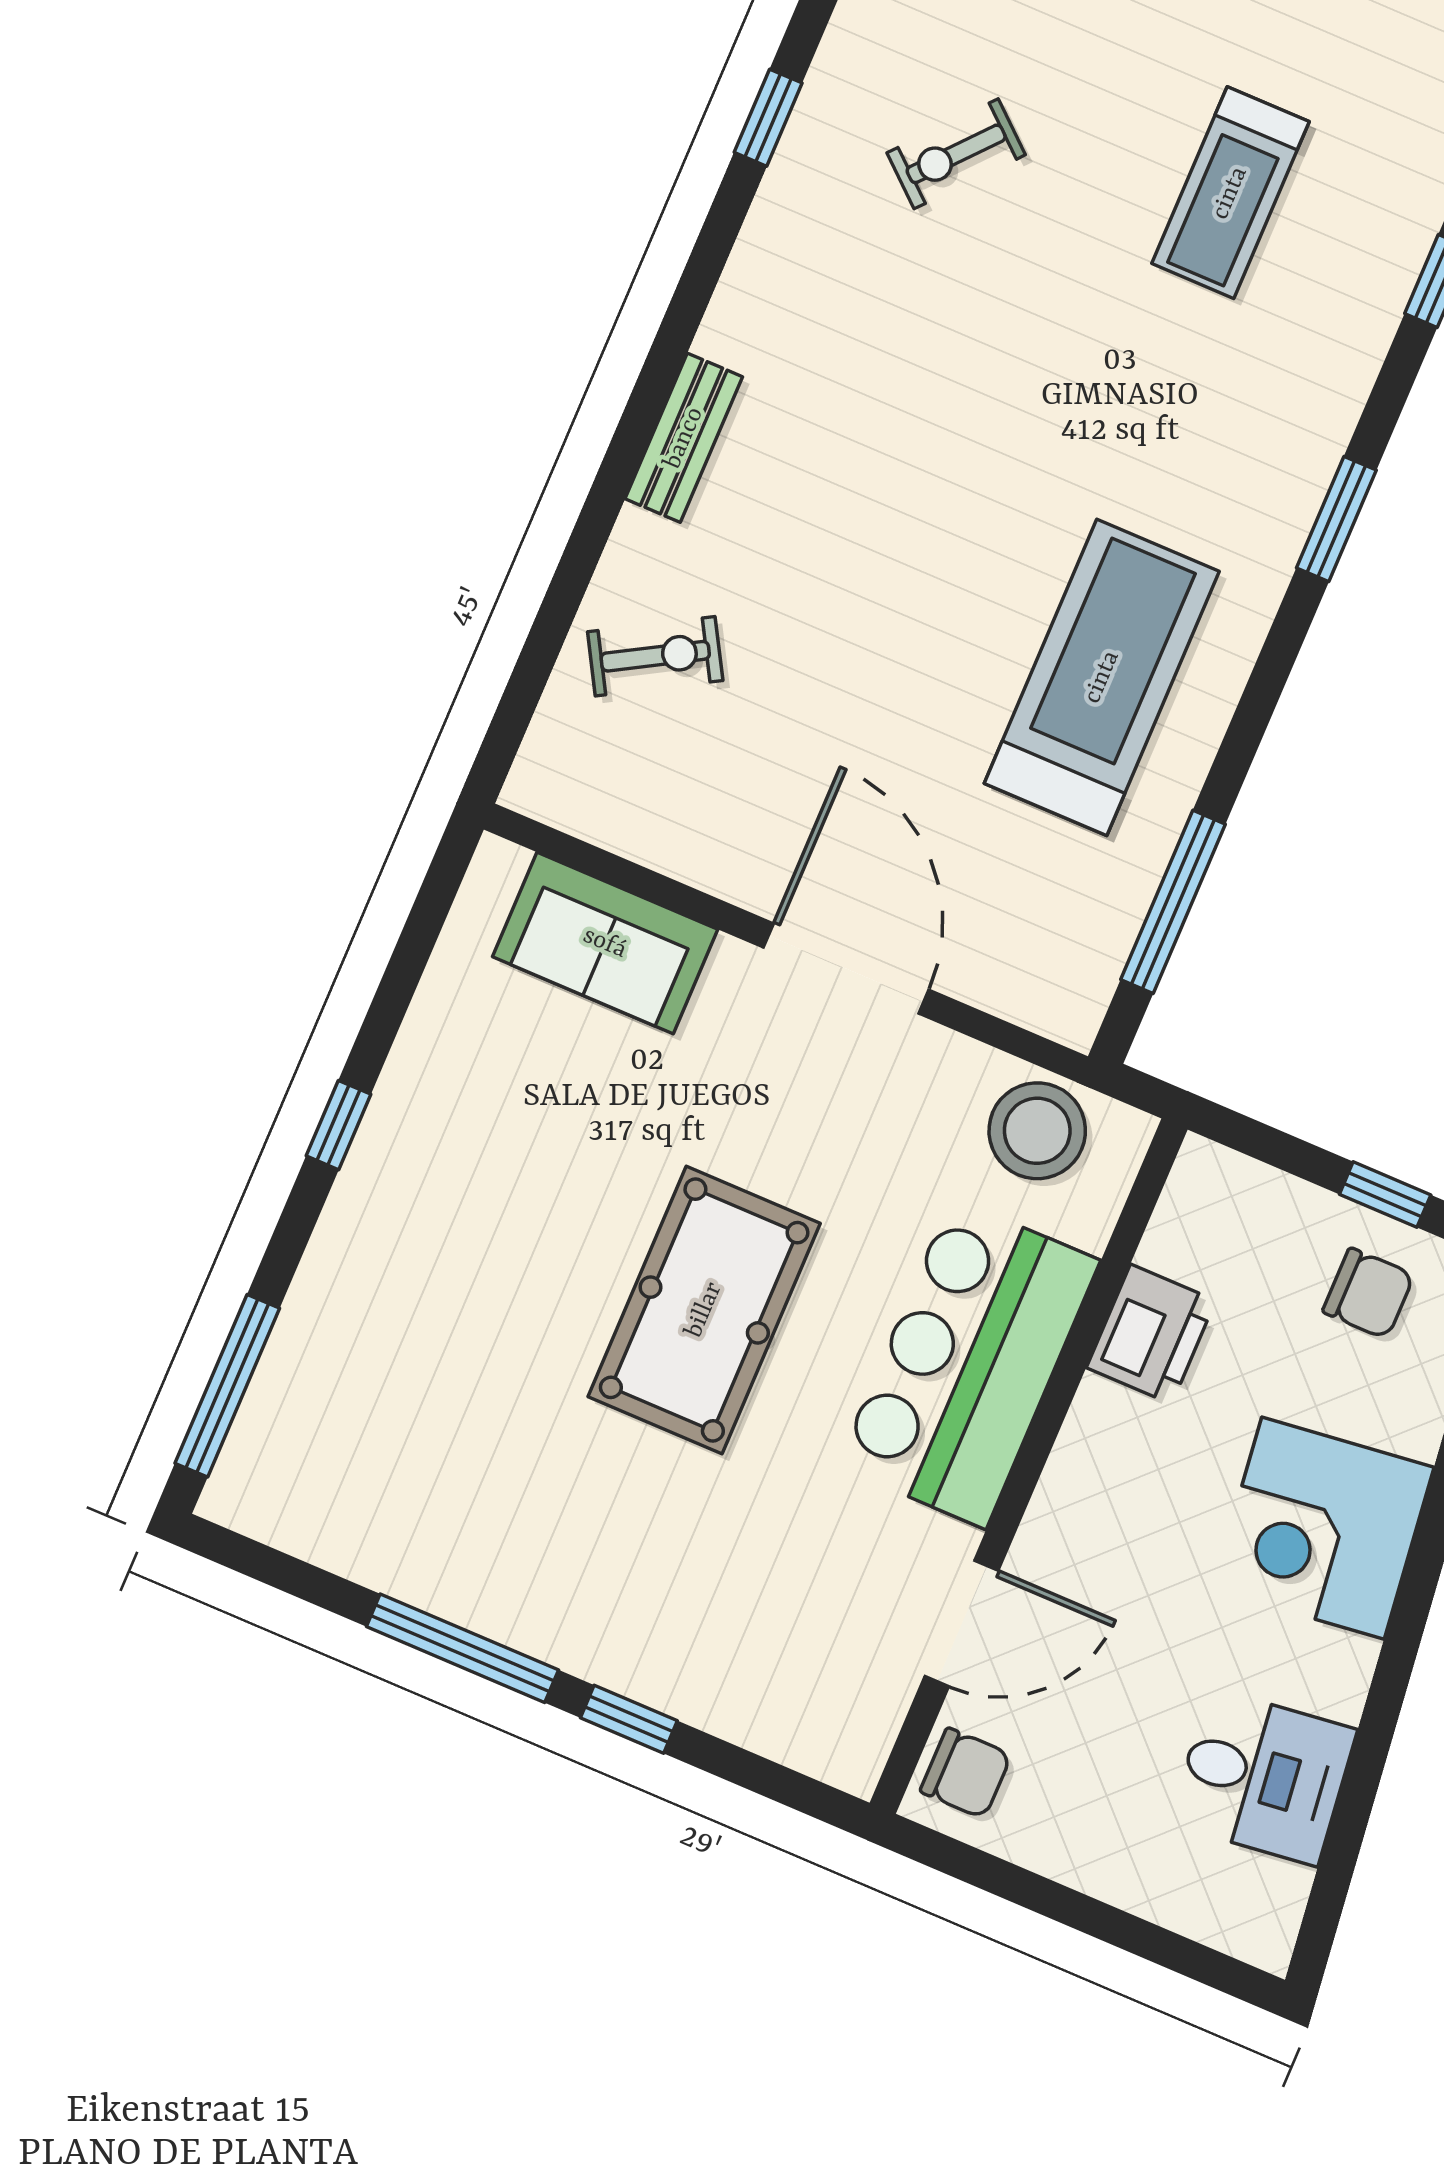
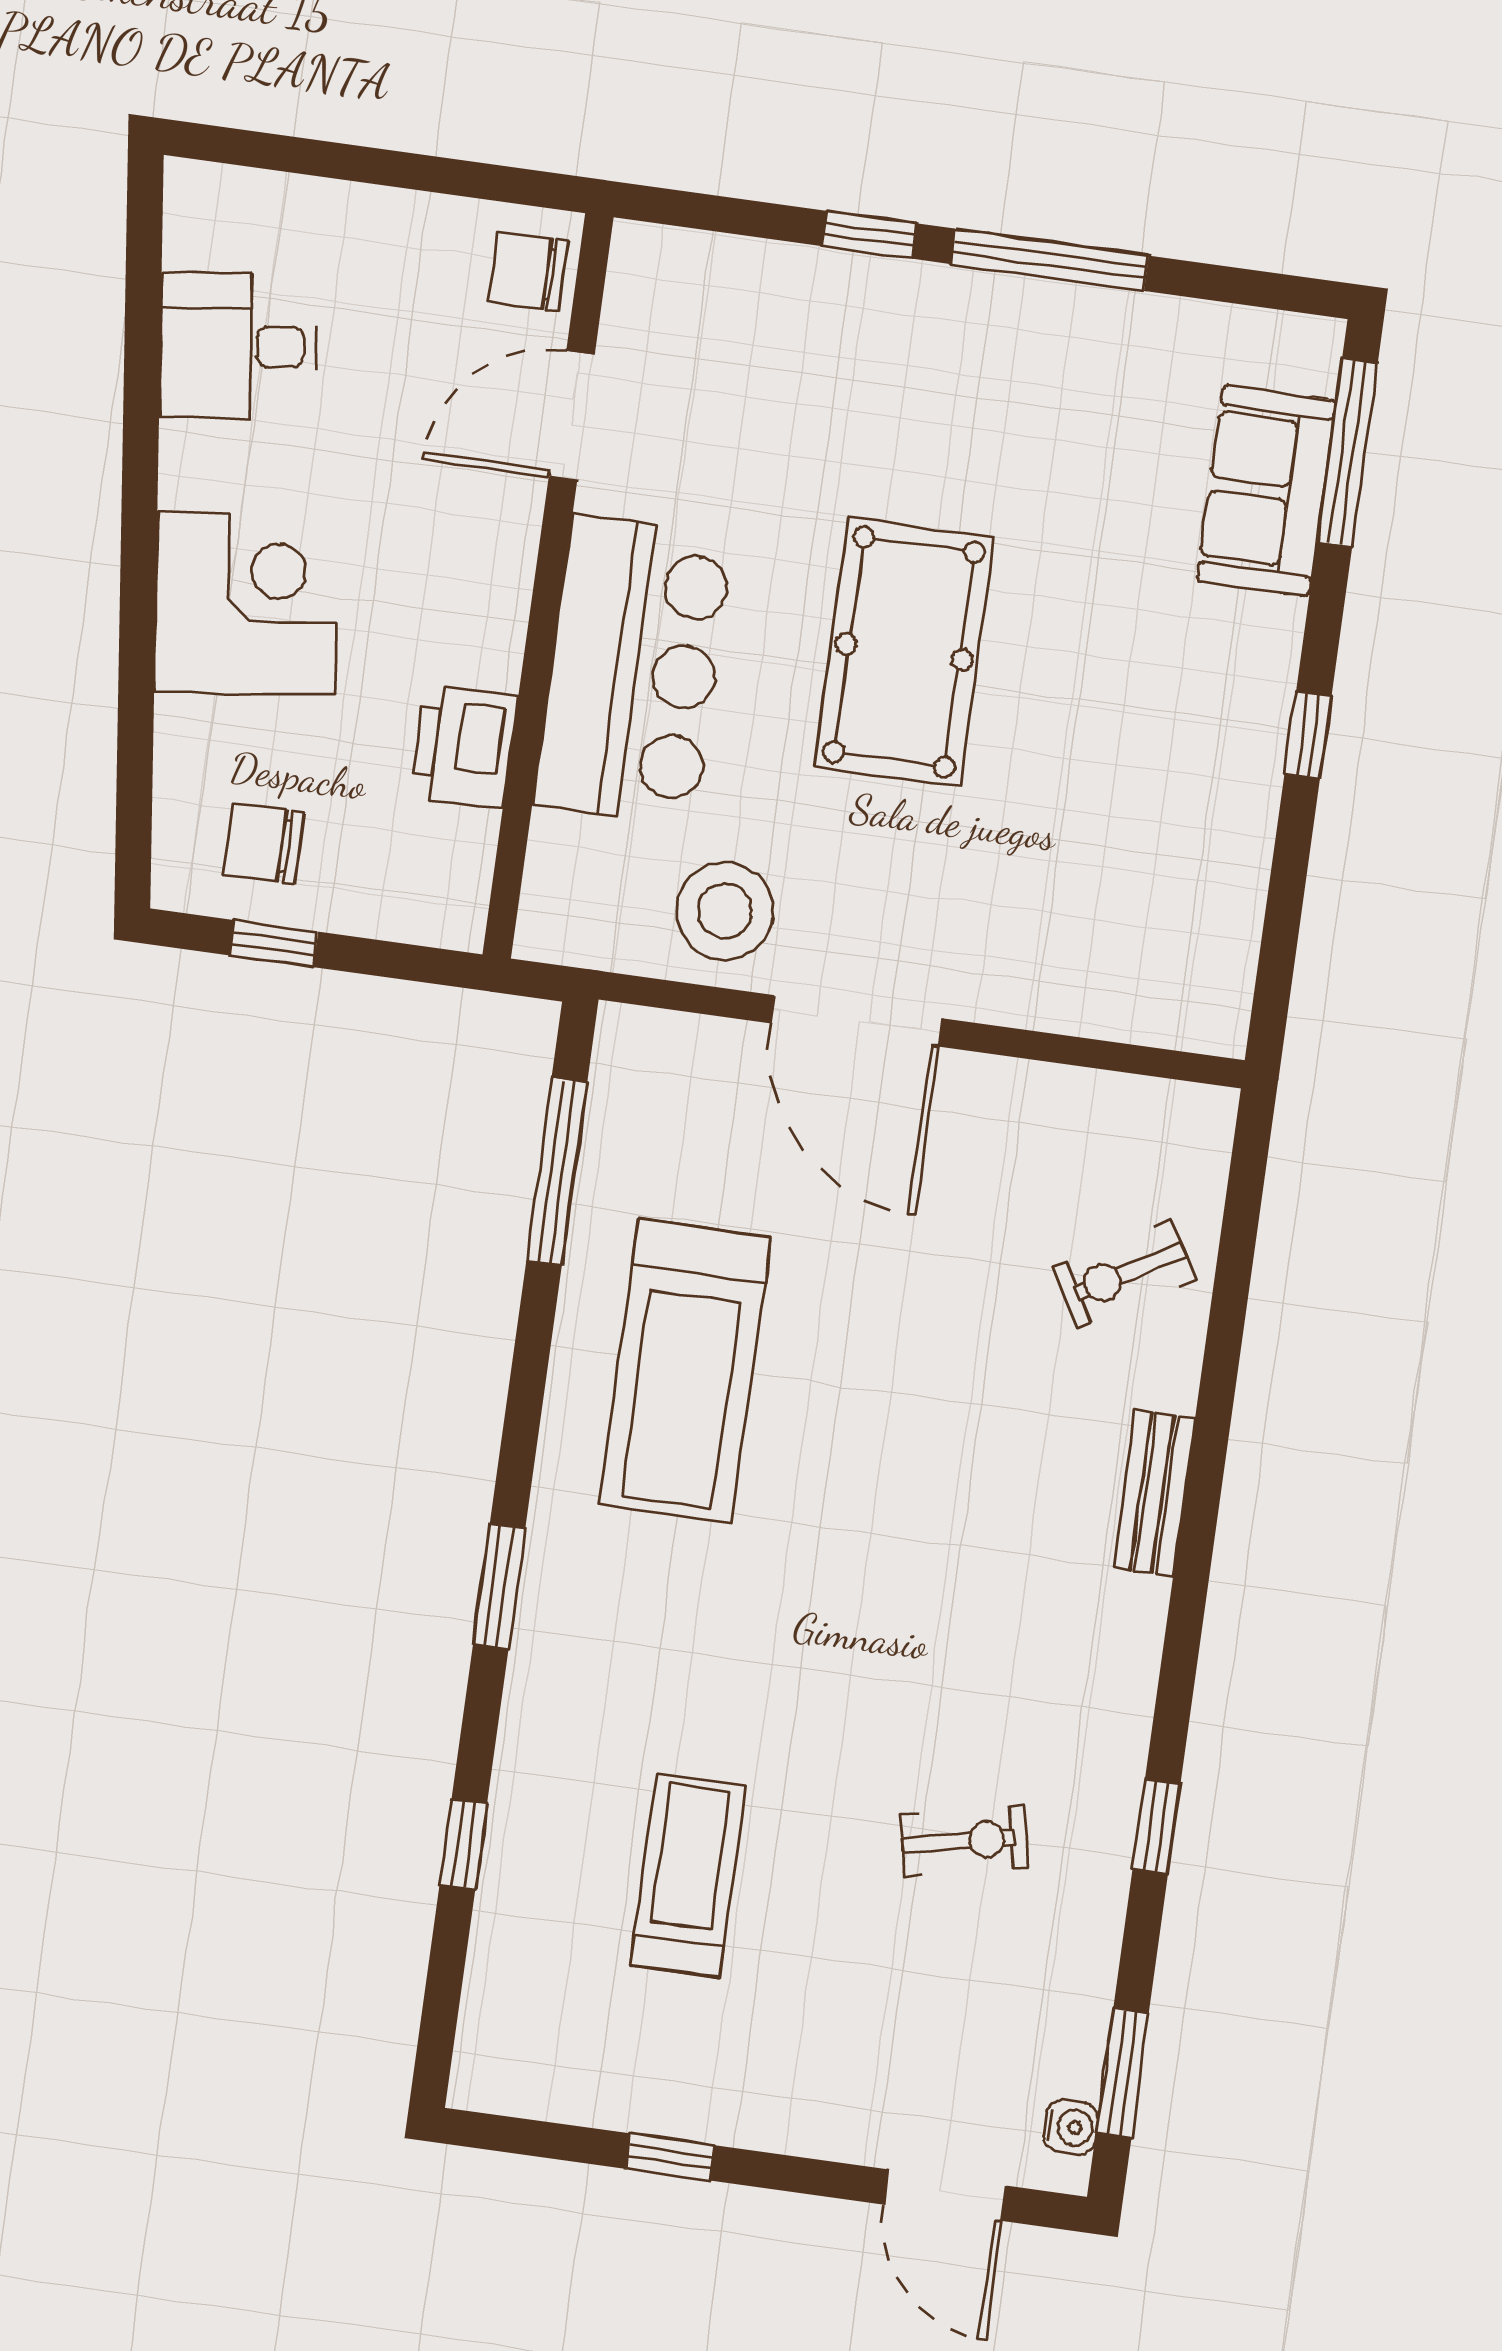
exercise bike: (956, 154) -> (965, 1841), turned 37
sofa: (605, 943) -> (1266, 491), moved, turned -90
stool: (1037, 1131) -> (725, 911), moved

